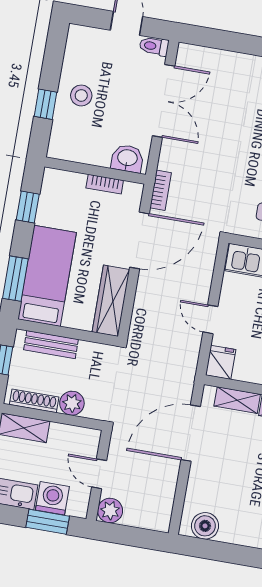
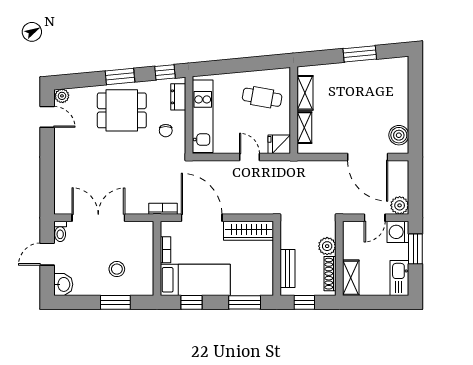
stool: (81, 95) -> (117, 269), moved
window: (46, 104) -> (115, 302), width x1.50
washbasin: (127, 158) -> (63, 284), moved, turned 180
bed: (47, 276) -> (195, 280), moved, turned 180
door: (210, 319) -> (250, 157), swing flipped
door: (191, 433) -> (368, 157), moved
washing machine: (52, 498) -> (398, 232), moved

